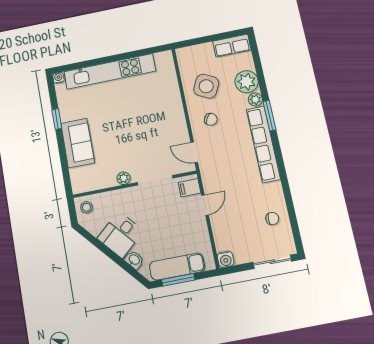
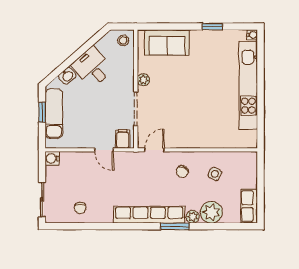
side table: (206, 86) -> (215, 174), width x0.54, depth x0.54
sofa: (78, 143) -> (167, 42), moved
window: (178, 280) -> (42, 112), width x0.67

